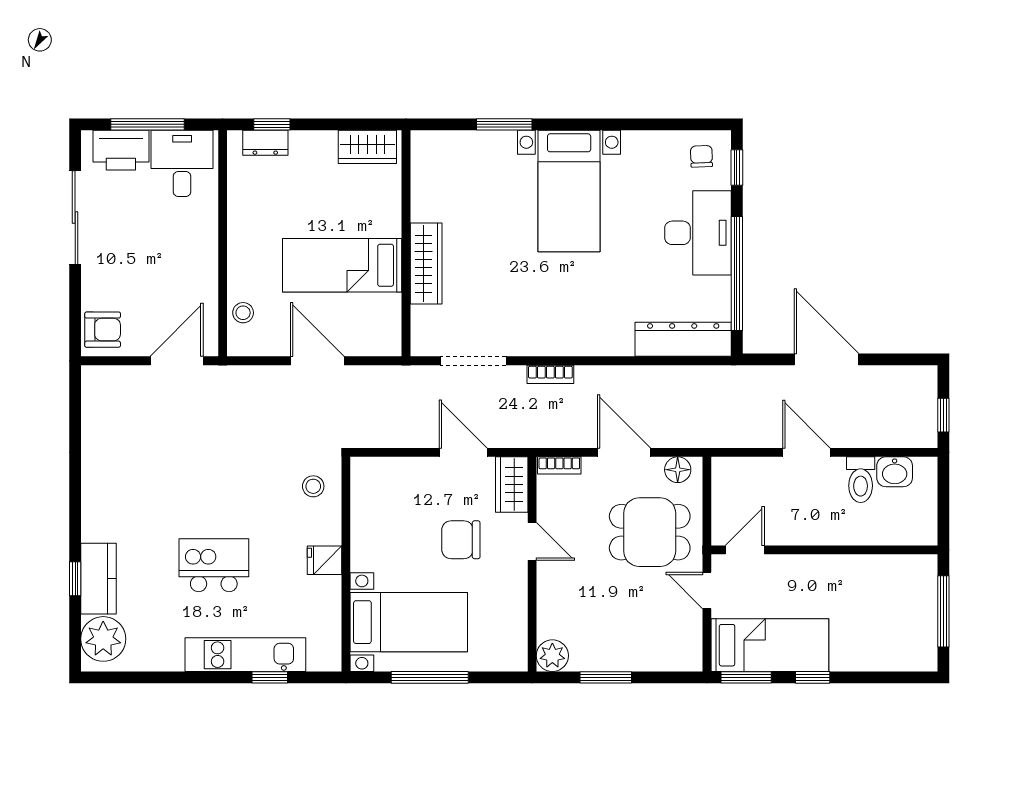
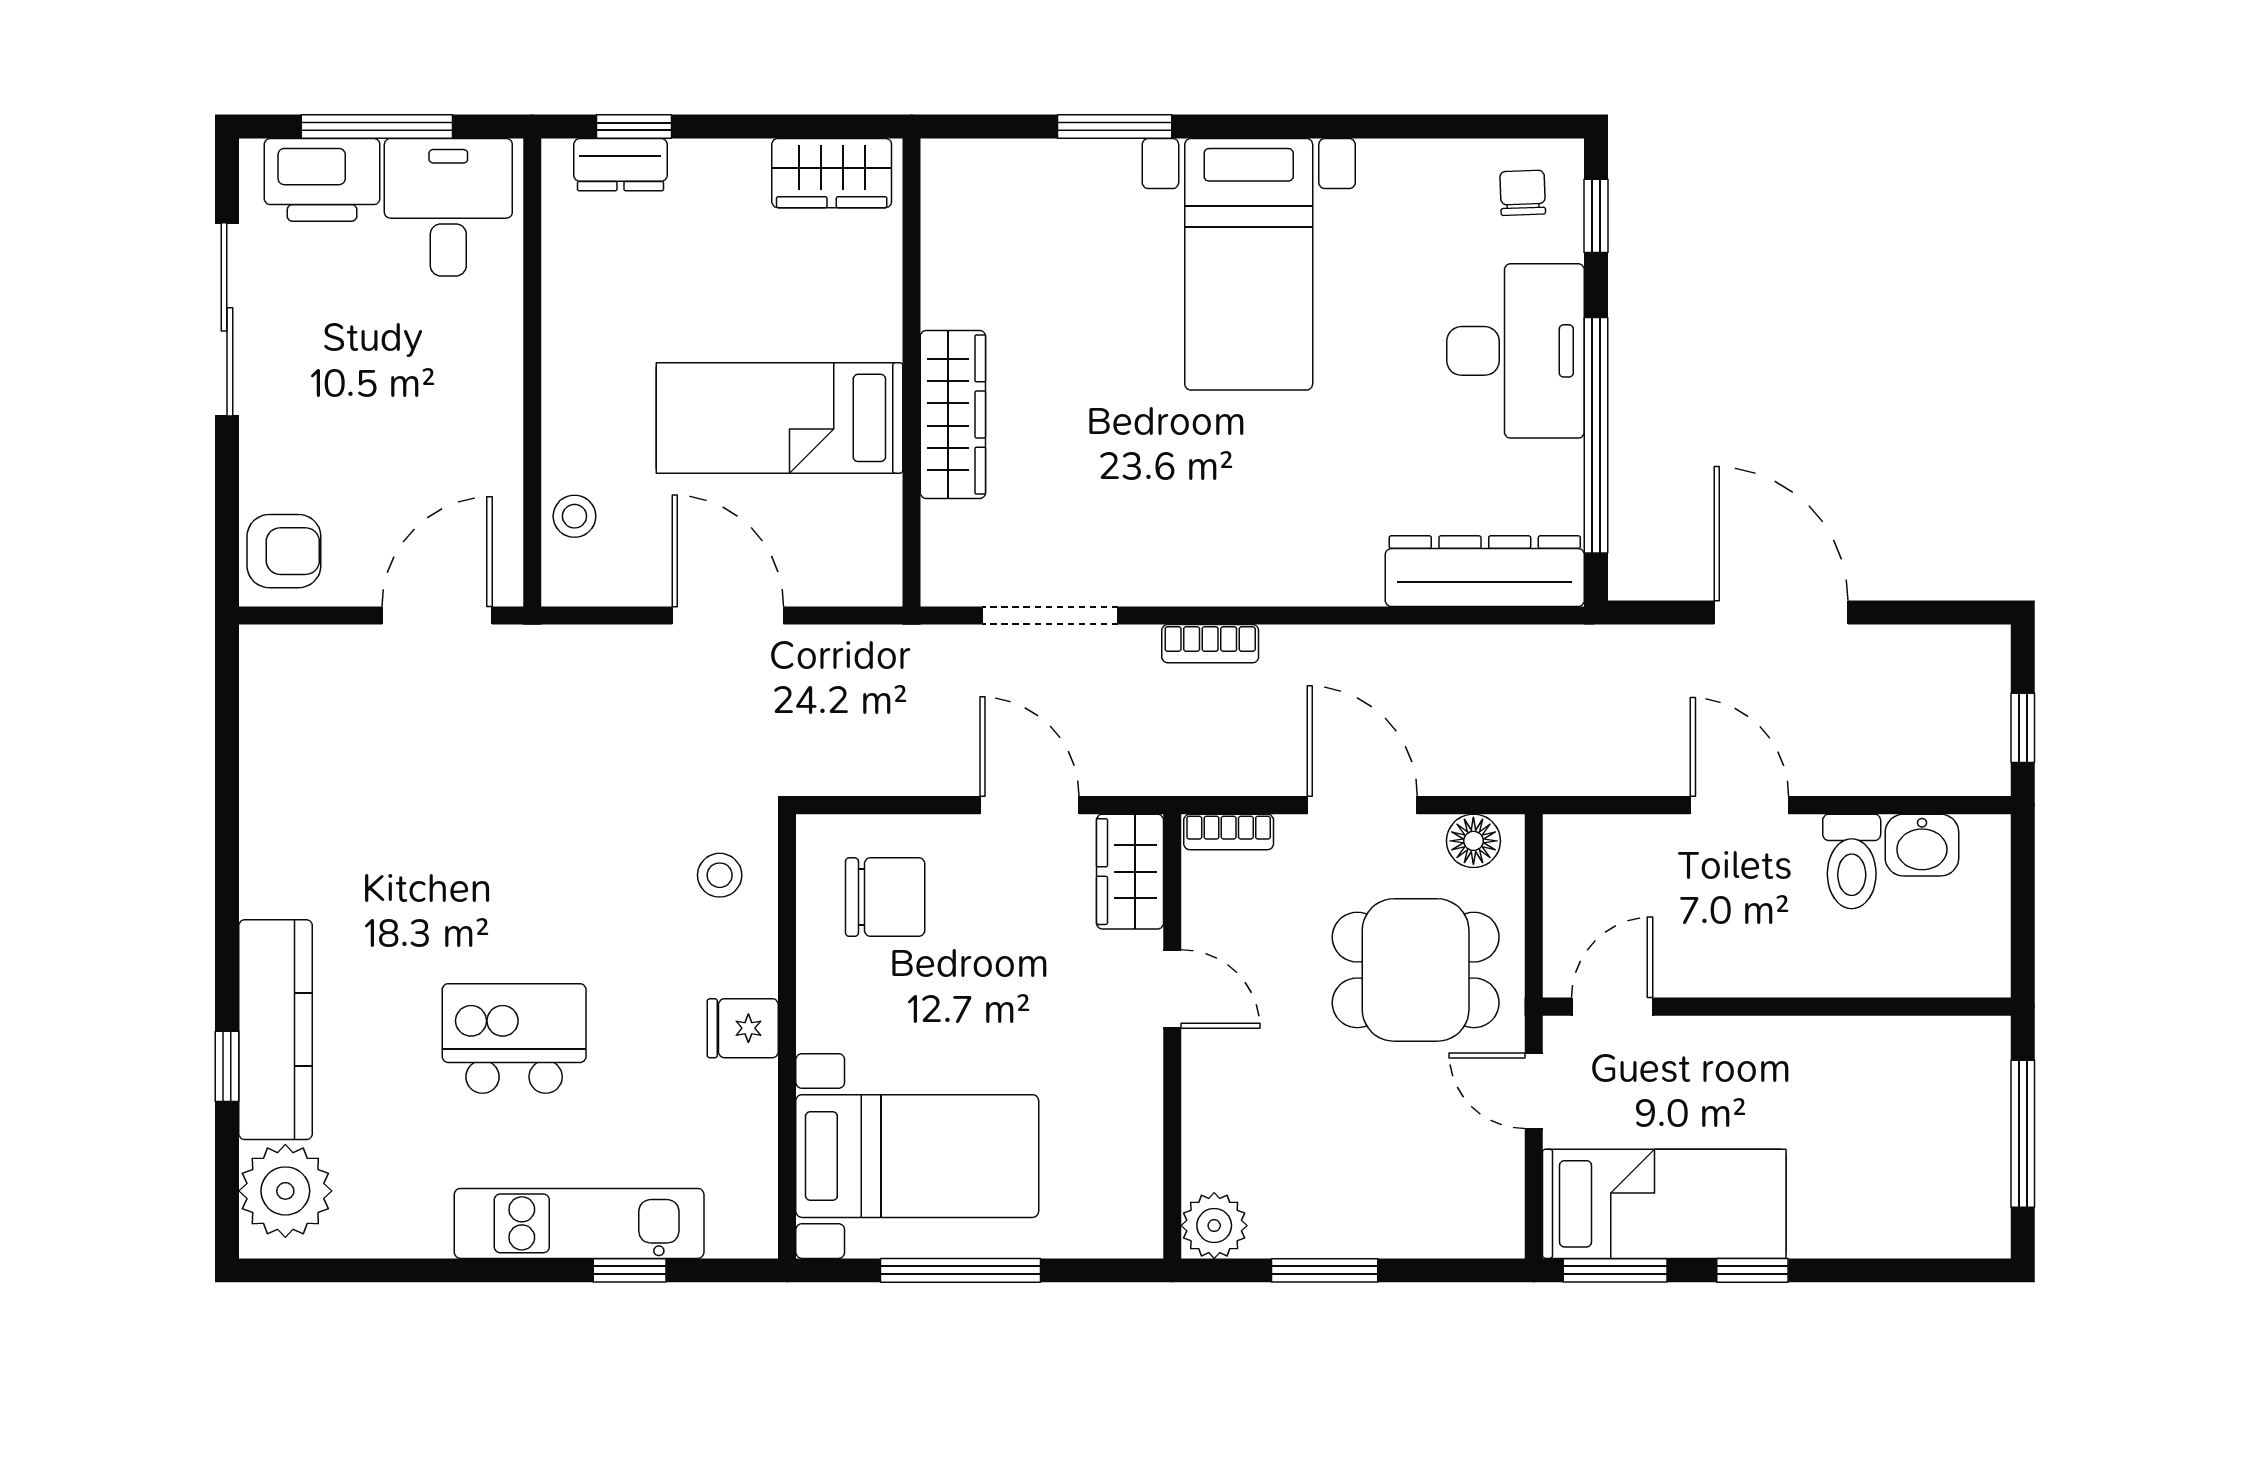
chair: (461, 540) -> (885, 897), moved, turned 180
kitchen counter: (98, 579) -> (276, 1030), width x1.50

